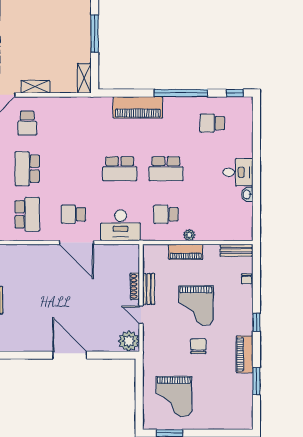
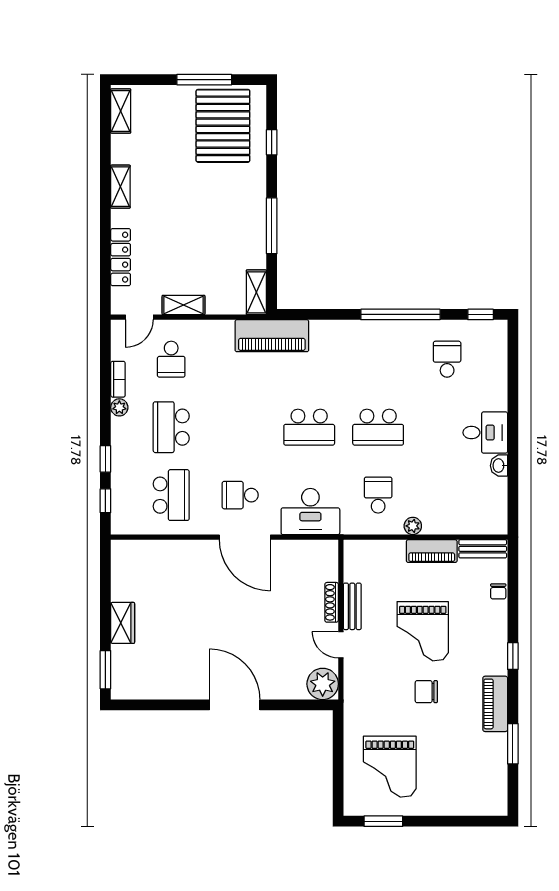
piano: (138, 107) -> (272, 336), moved
school desk: (212, 123) -> (447, 359), turned 90
school desk: (166, 214) -> (378, 495), turned 90
piano: (186, 252) -> (432, 551), moved
chair: (198, 346) -> (426, 692), turned -90

